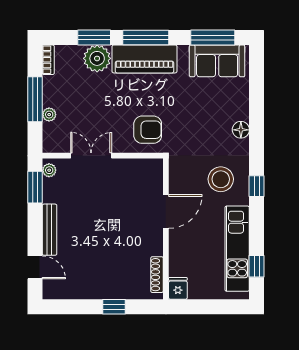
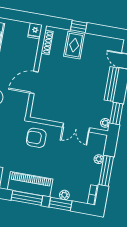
plant: (97, 58) -> (64, 195), width x0.53, depth x0.53
rug: (116, 278) -> (74, 45), added

